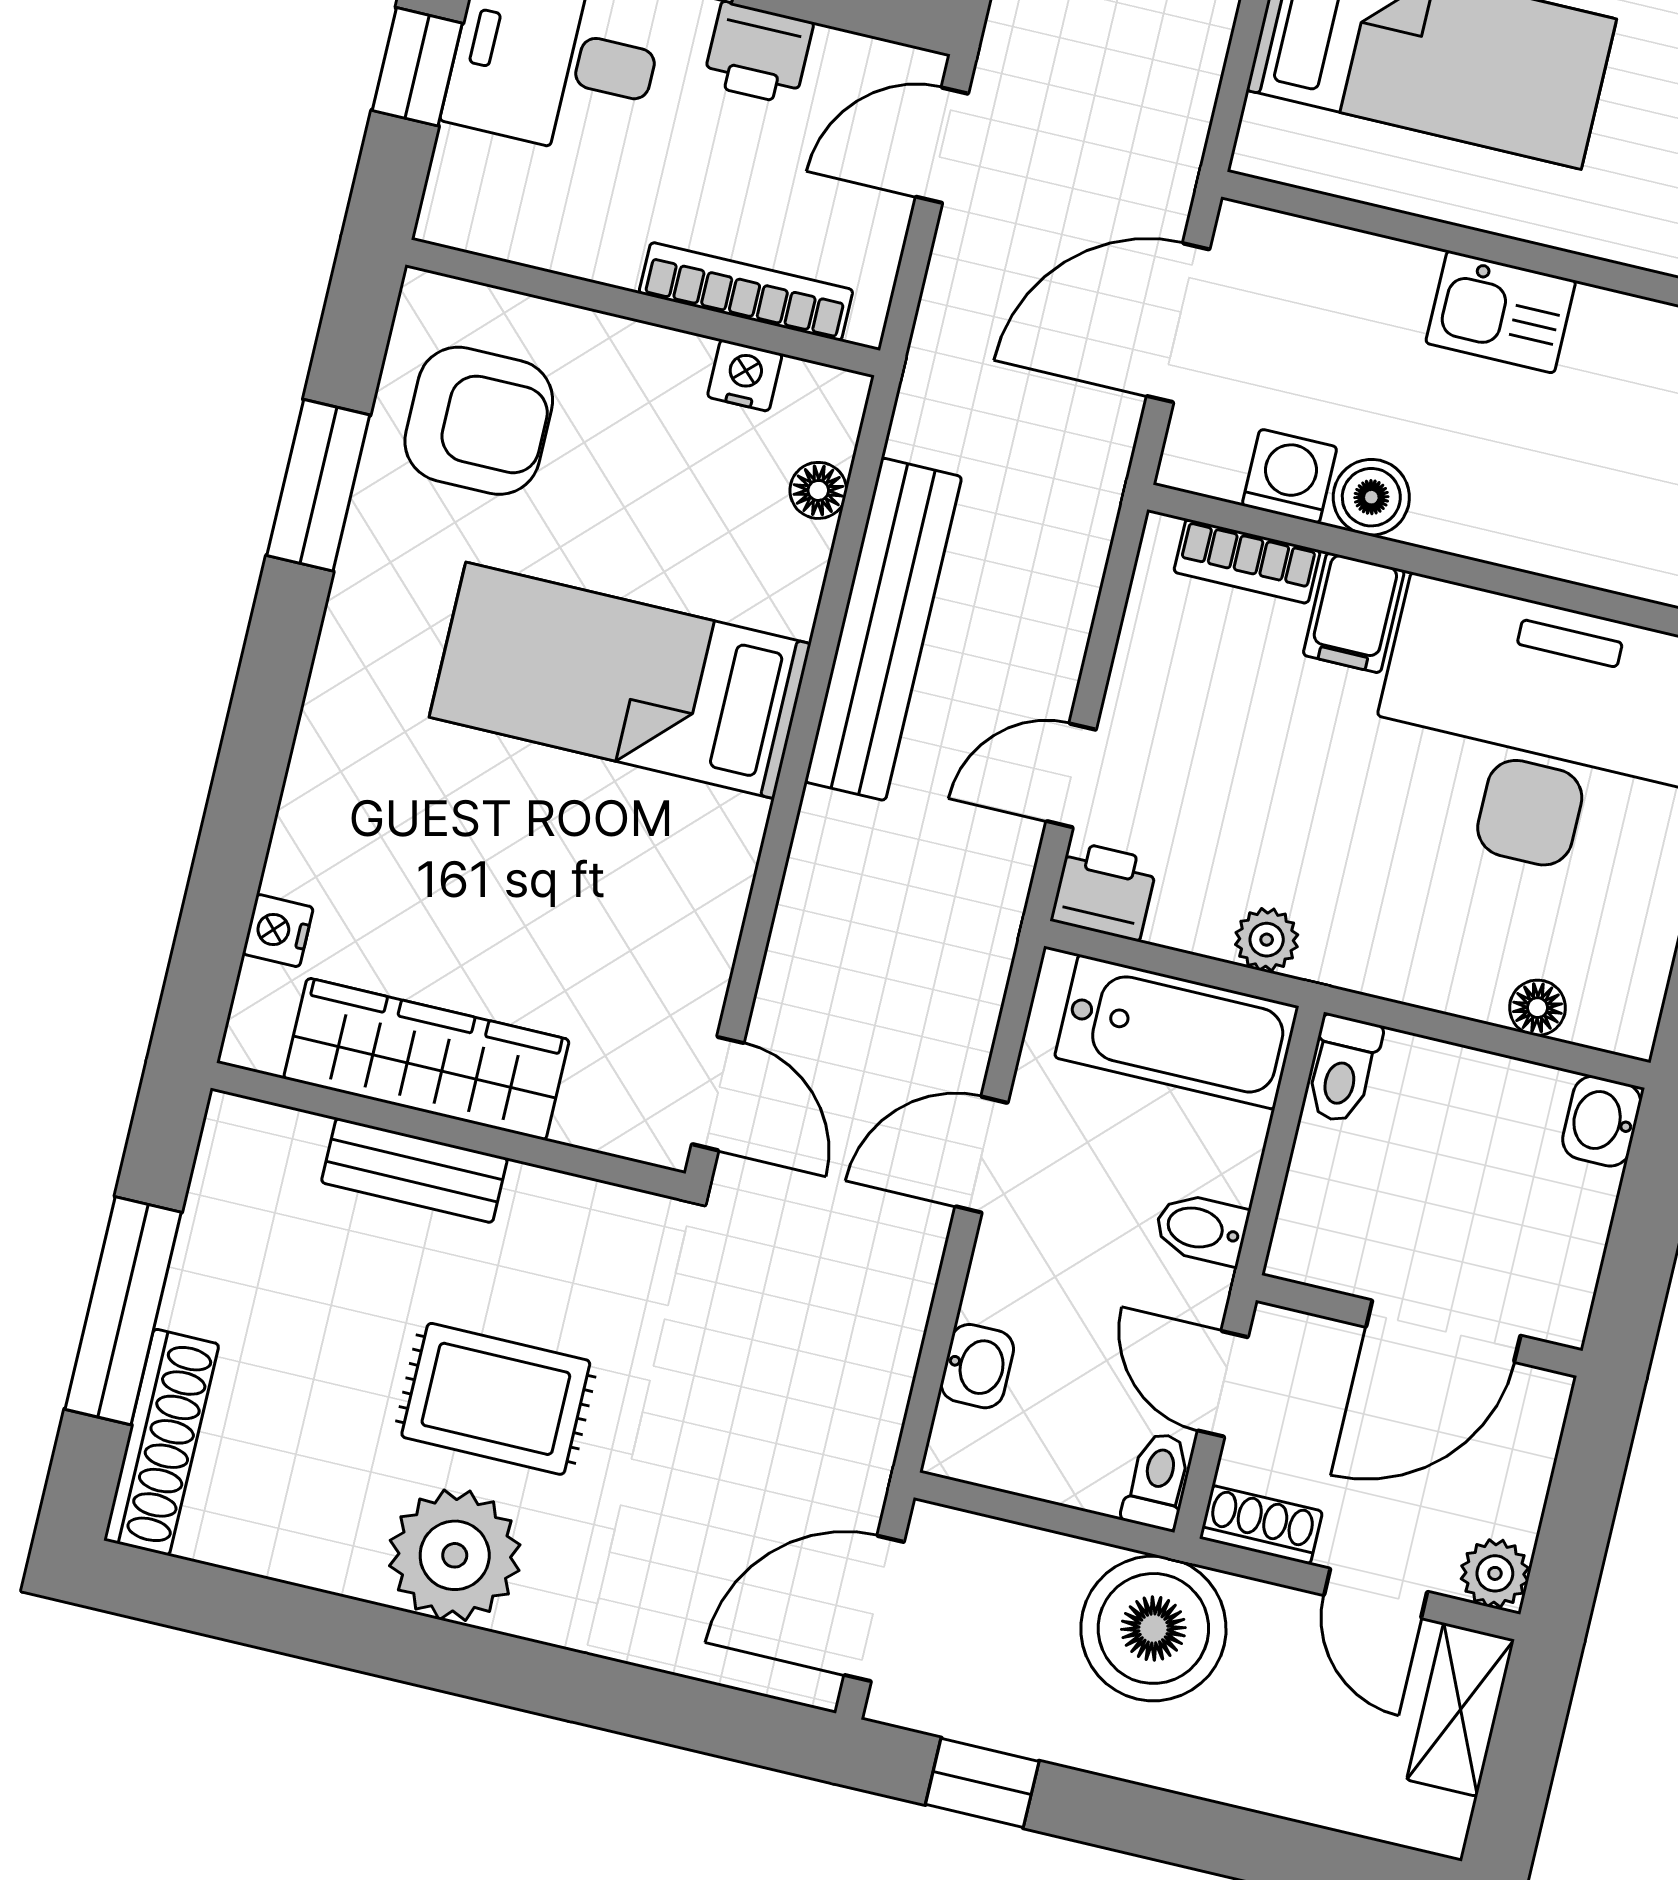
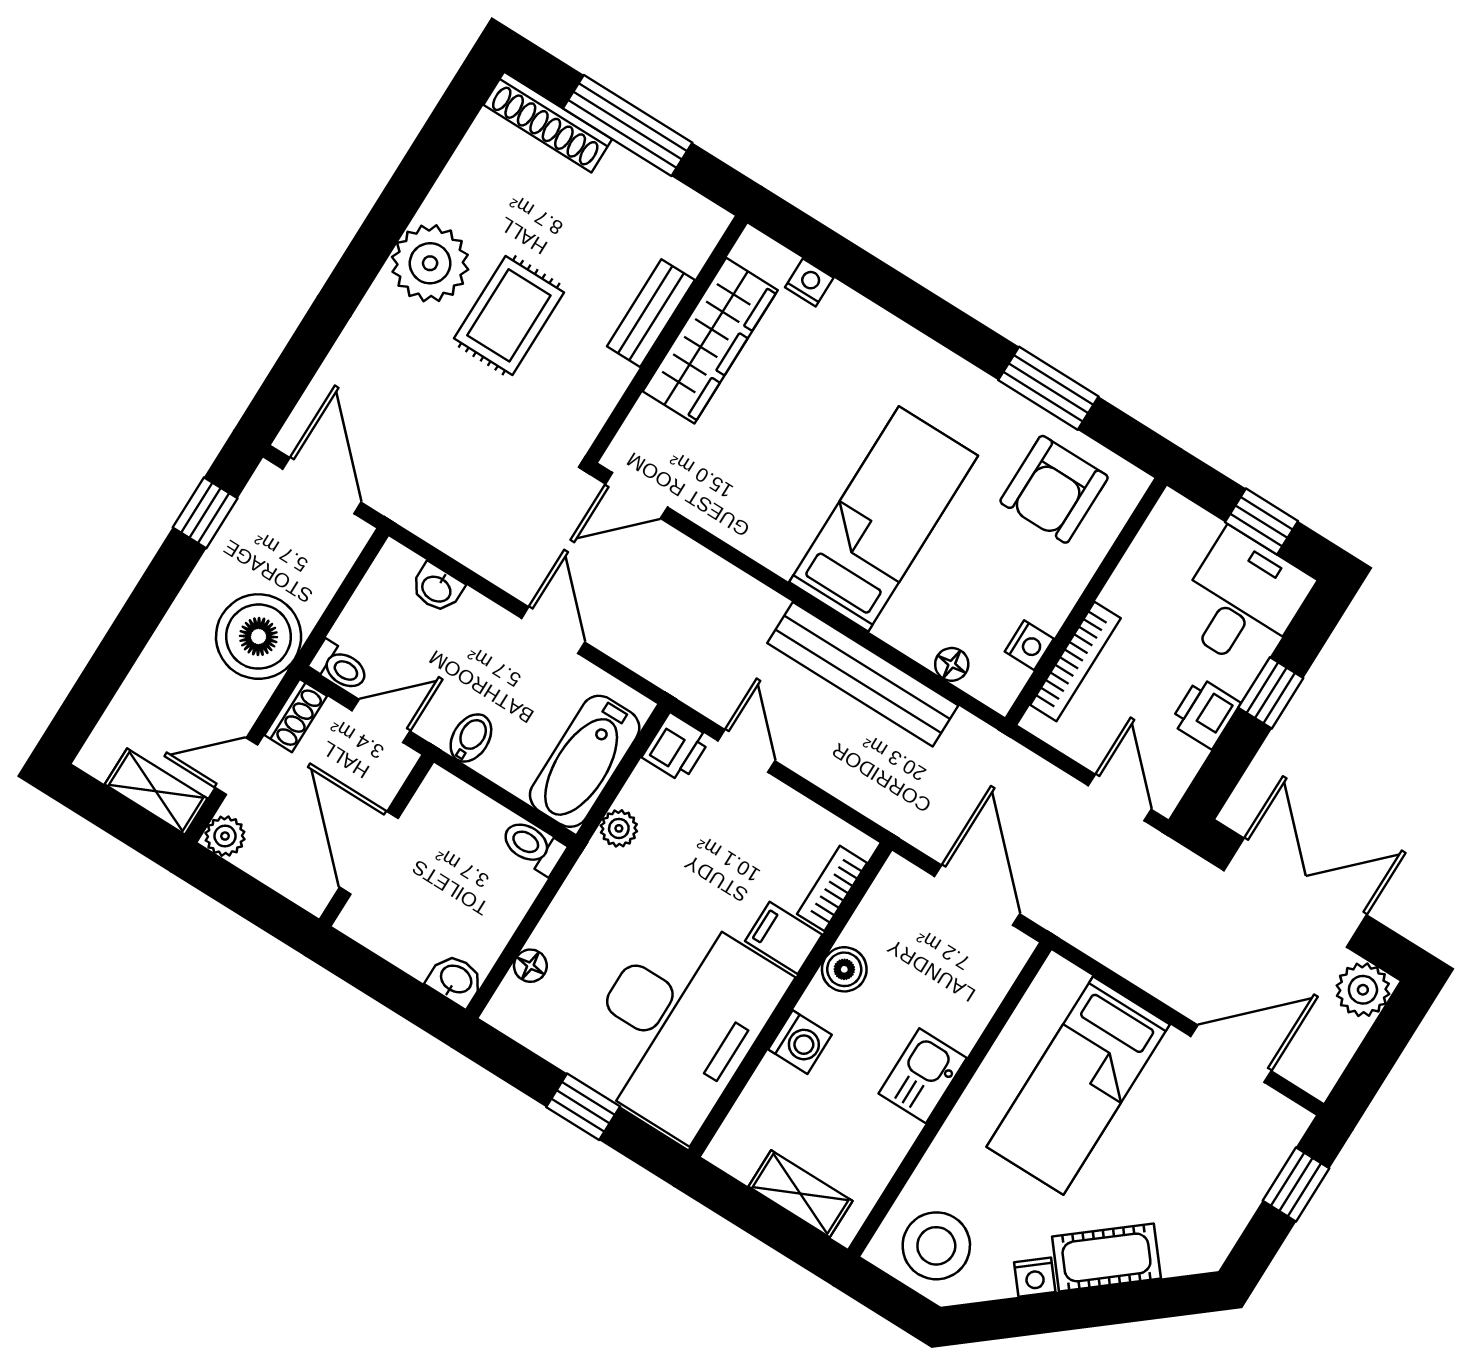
washing machine: (1290, 476) -> (800, 1042), moved

